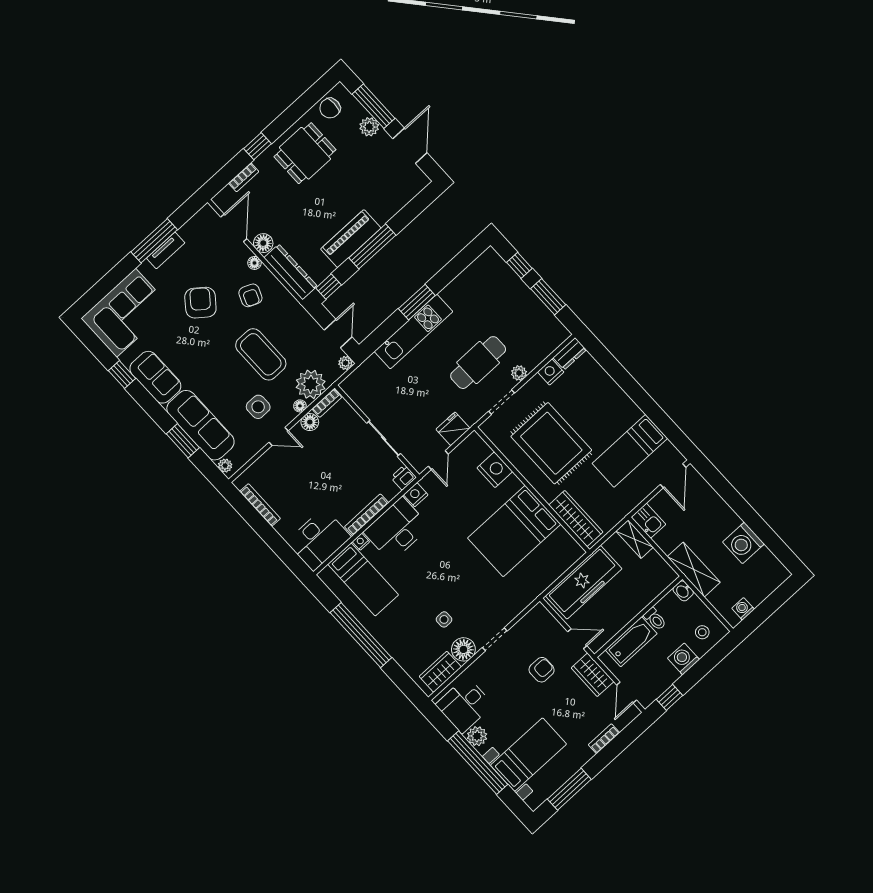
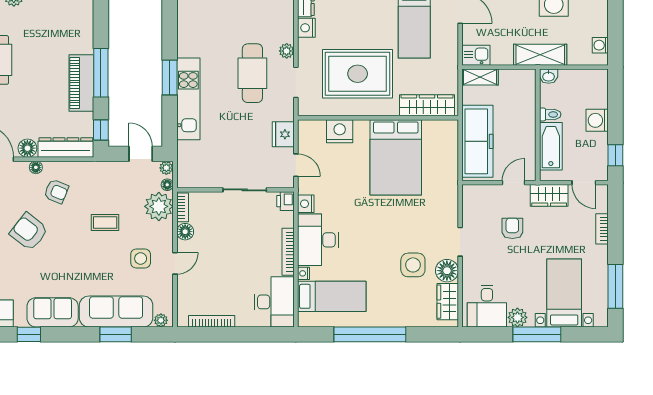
coffee table: (261, 354) -> (105, 222), width x0.54, depth x0.58
floor lamp: (300, 406) -> (167, 185), moved
side table: (444, 619) -> (413, 265), width x1.87, depth x1.87
stool: (702, 632) -> (590, 90), removed
window: (478, 763) -> (537, 334), width x0.68

